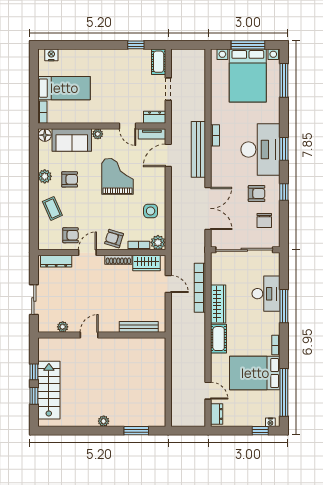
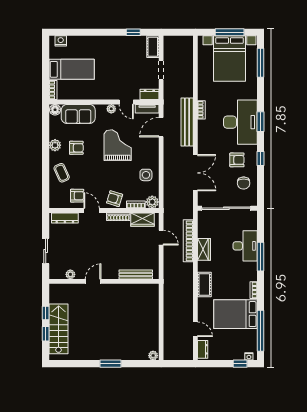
plant: (98, 134) -> (111, 109), moved
door: (87, 252) -> (92, 211), hinge flipped
wardrobe: (218, 304) -> (204, 249), width x0.67
plant: (104, 421) -> (153, 356), moved
window: (136, 431) -> (111, 364), moved

